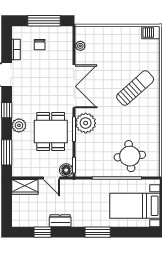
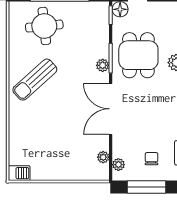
plant: (67, 40) -> (118, 165), added
sun lounger: (135, 88) -> (35, 80), moved
plant: (86, 123) -> (103, 65), width x0.53, depth x0.53

